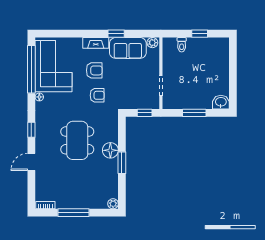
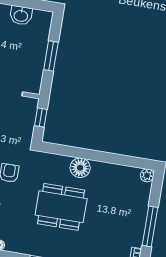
washbasin: (221, 102) -> (21, 15), moved, turned -90
window: (122, 163) -> (98, 156), removed

